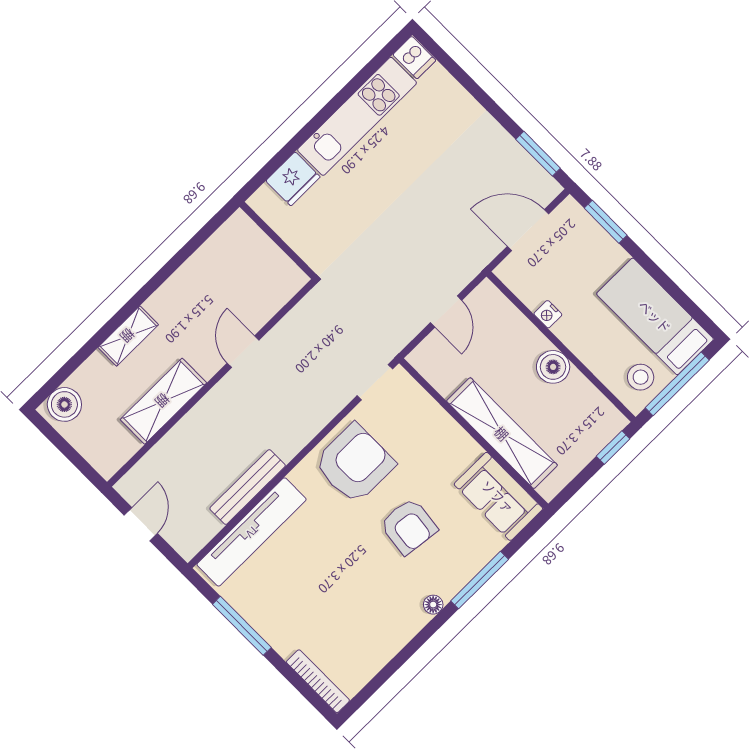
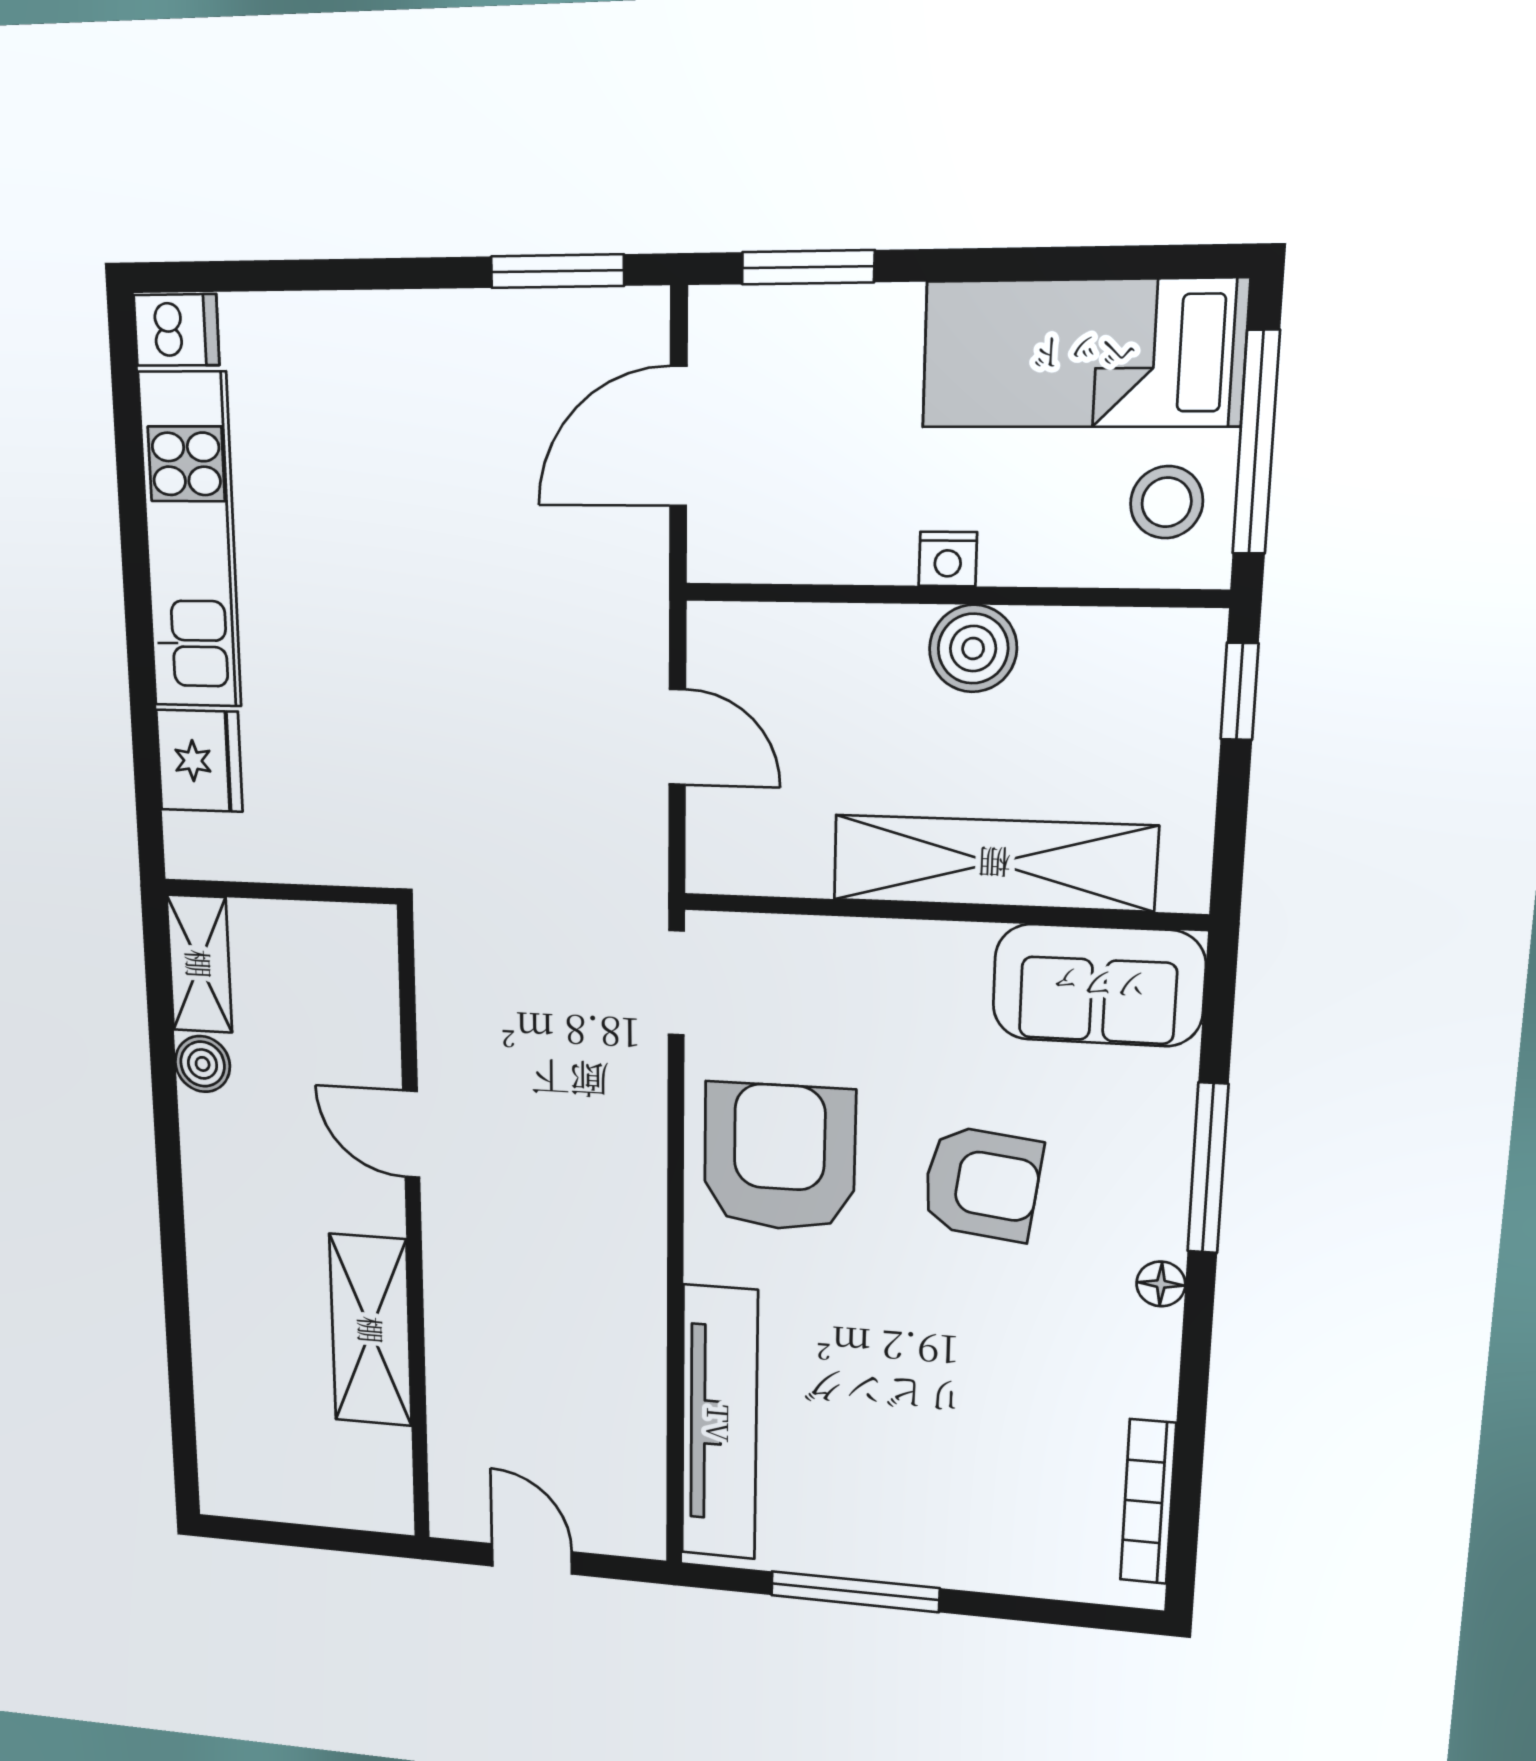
nightstand: (548, 314) -> (948, 559), moved
shelving: (128, 336) -> (199, 964), moved
boiler: (64, 404) -> (203, 1064), moved, width x0.73, depth x0.73
bench: (248, 487) -> (640, 1354), removed
bookcase: (318, 681) -> (1148, 1502), moved, turned -90

